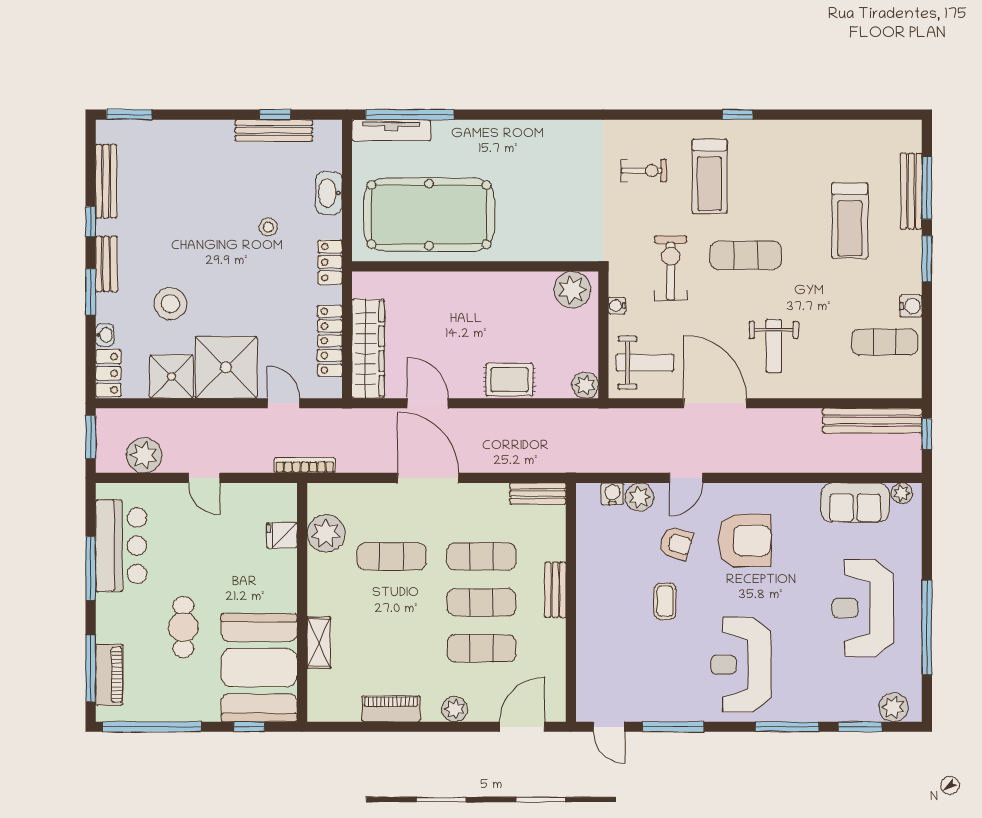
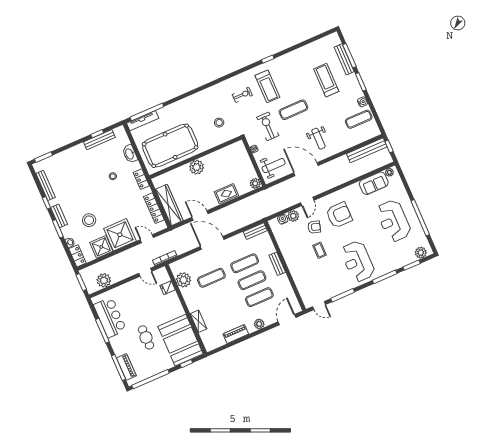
stool: (564, 211) -> (219, 123), added
treadmill: (850, 221) -> (326, 80), turned 180
plant: (572, 290) -> (197, 167), moved
door: (204, 478) -> (145, 272), moved

